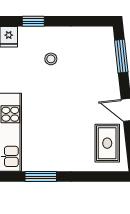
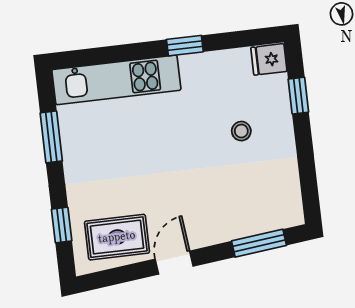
window: (96, 176) -> (62, 225), added

